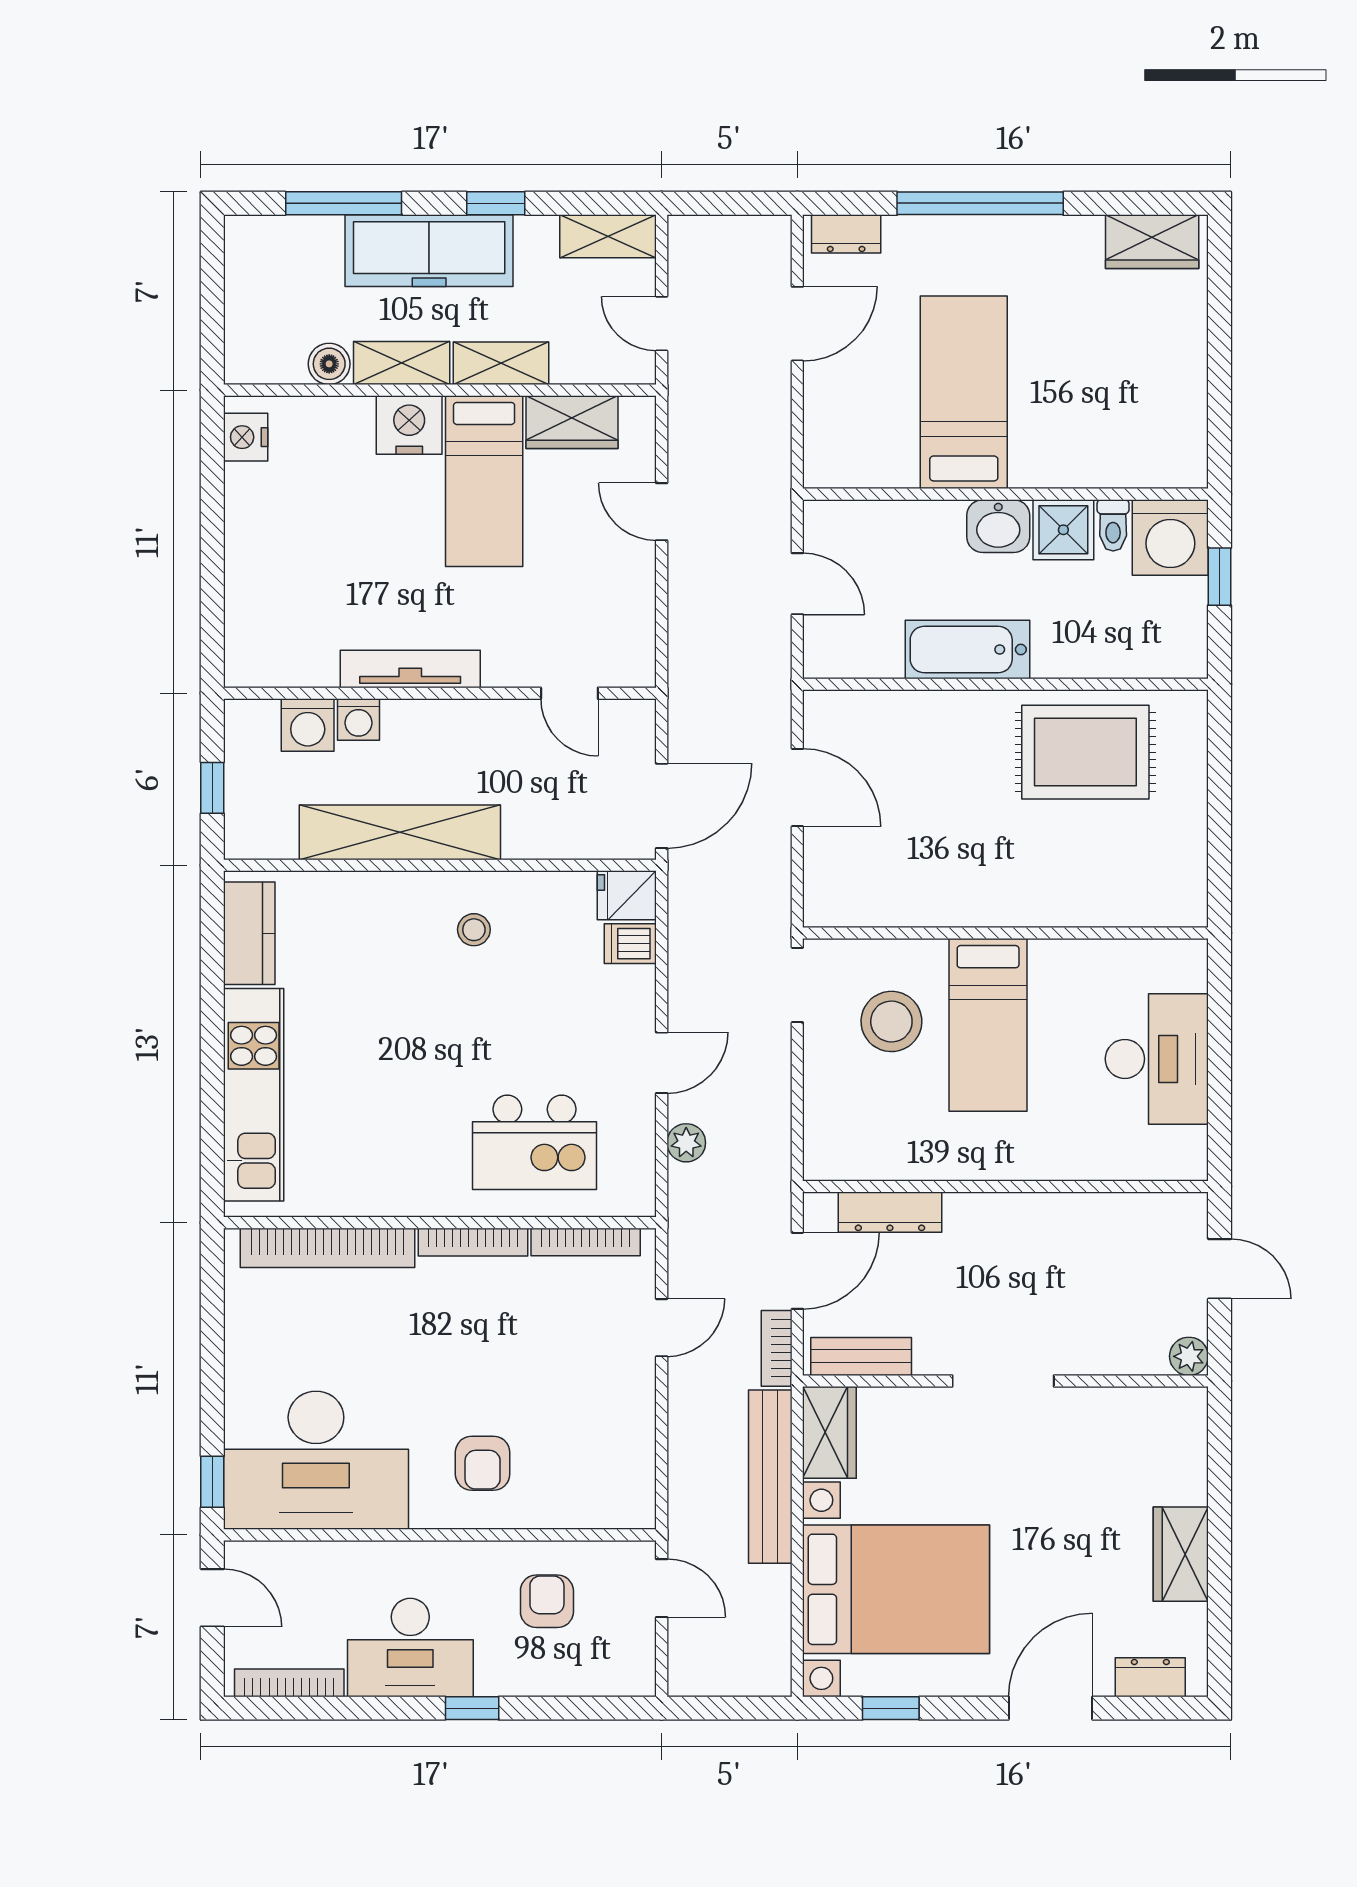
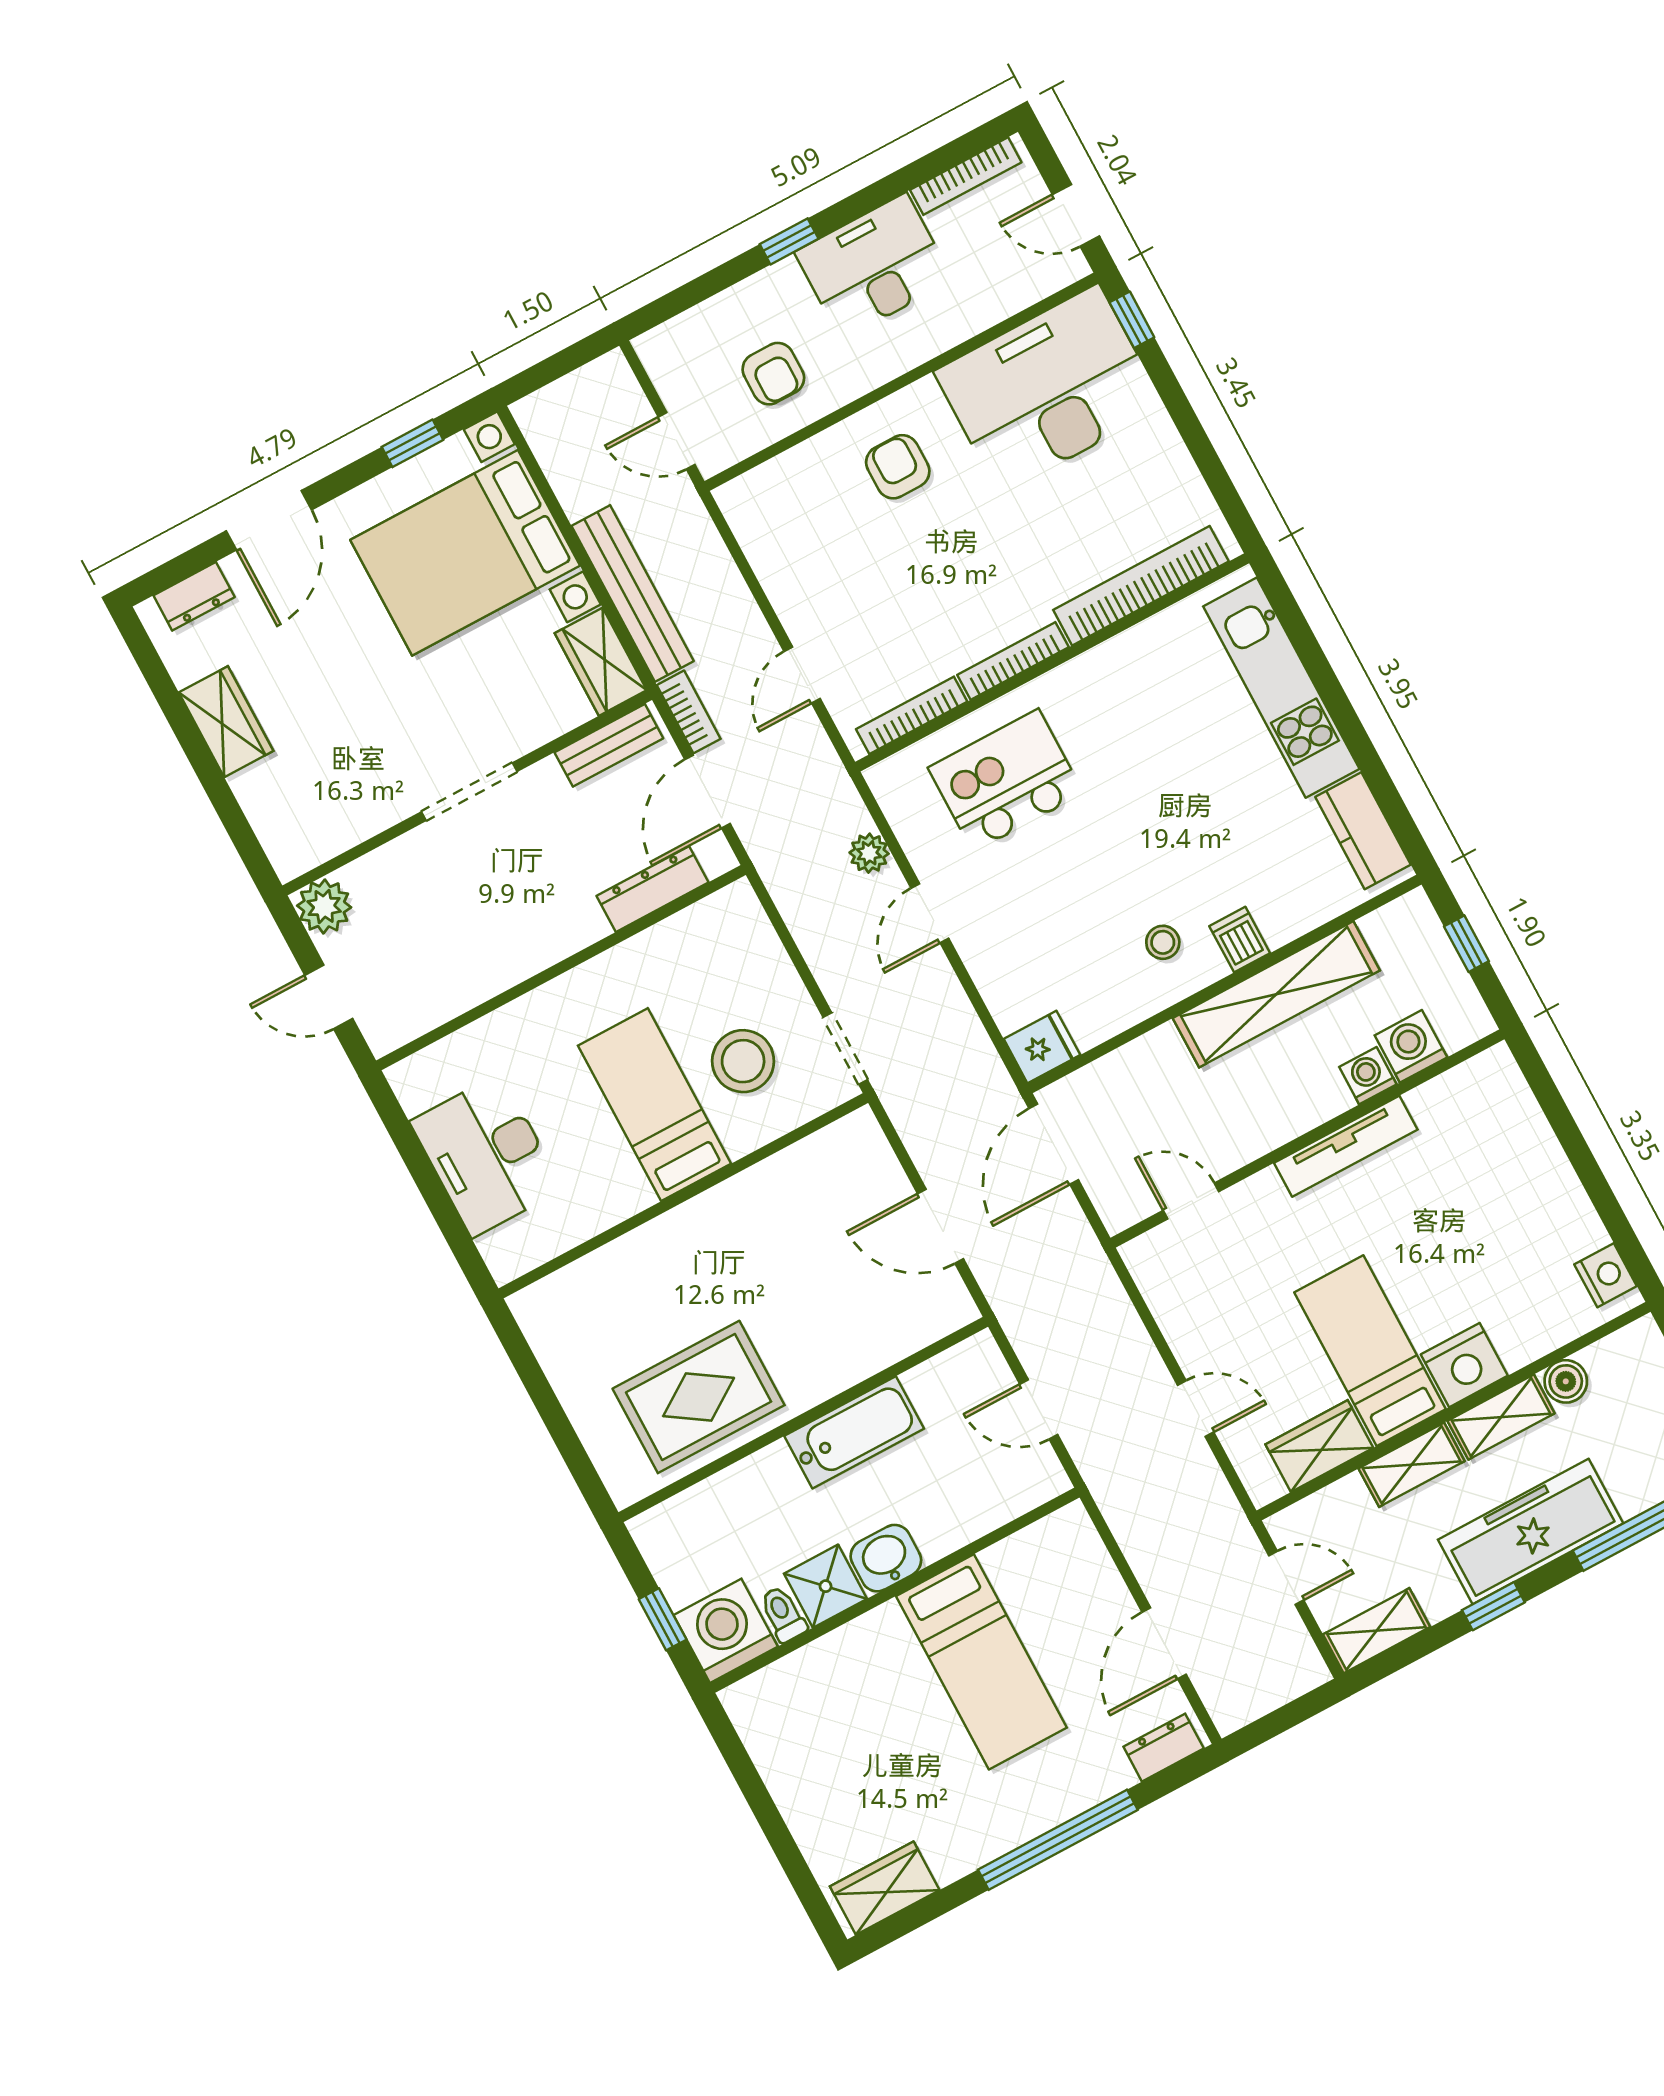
dishwasher: (630, 944) -> (1240, 940), moved, turned -90
plant: (1189, 1356) -> (324, 906), width x1.38, depth x1.38

